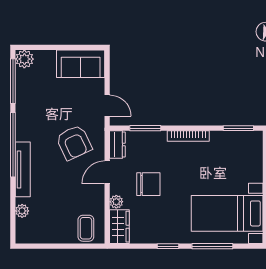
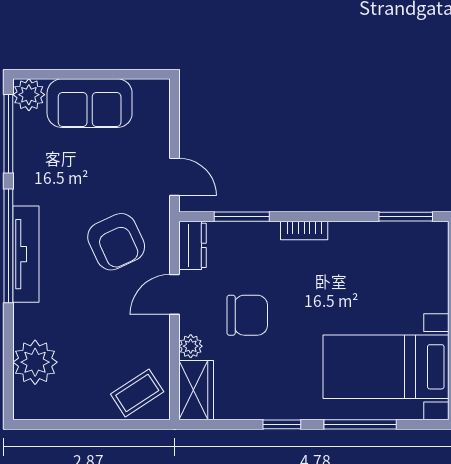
sofa: (81, 64) -> (90, 103), moved
bookcase: (188, 136) -> (304, 231), width x0.64
tv unit: (23, 169) -> (26, 254), moved
plant: (22, 211) -> (35, 362), width x1.88, depth x1.88
coffee table: (86, 228) -> (137, 393), turned 57

